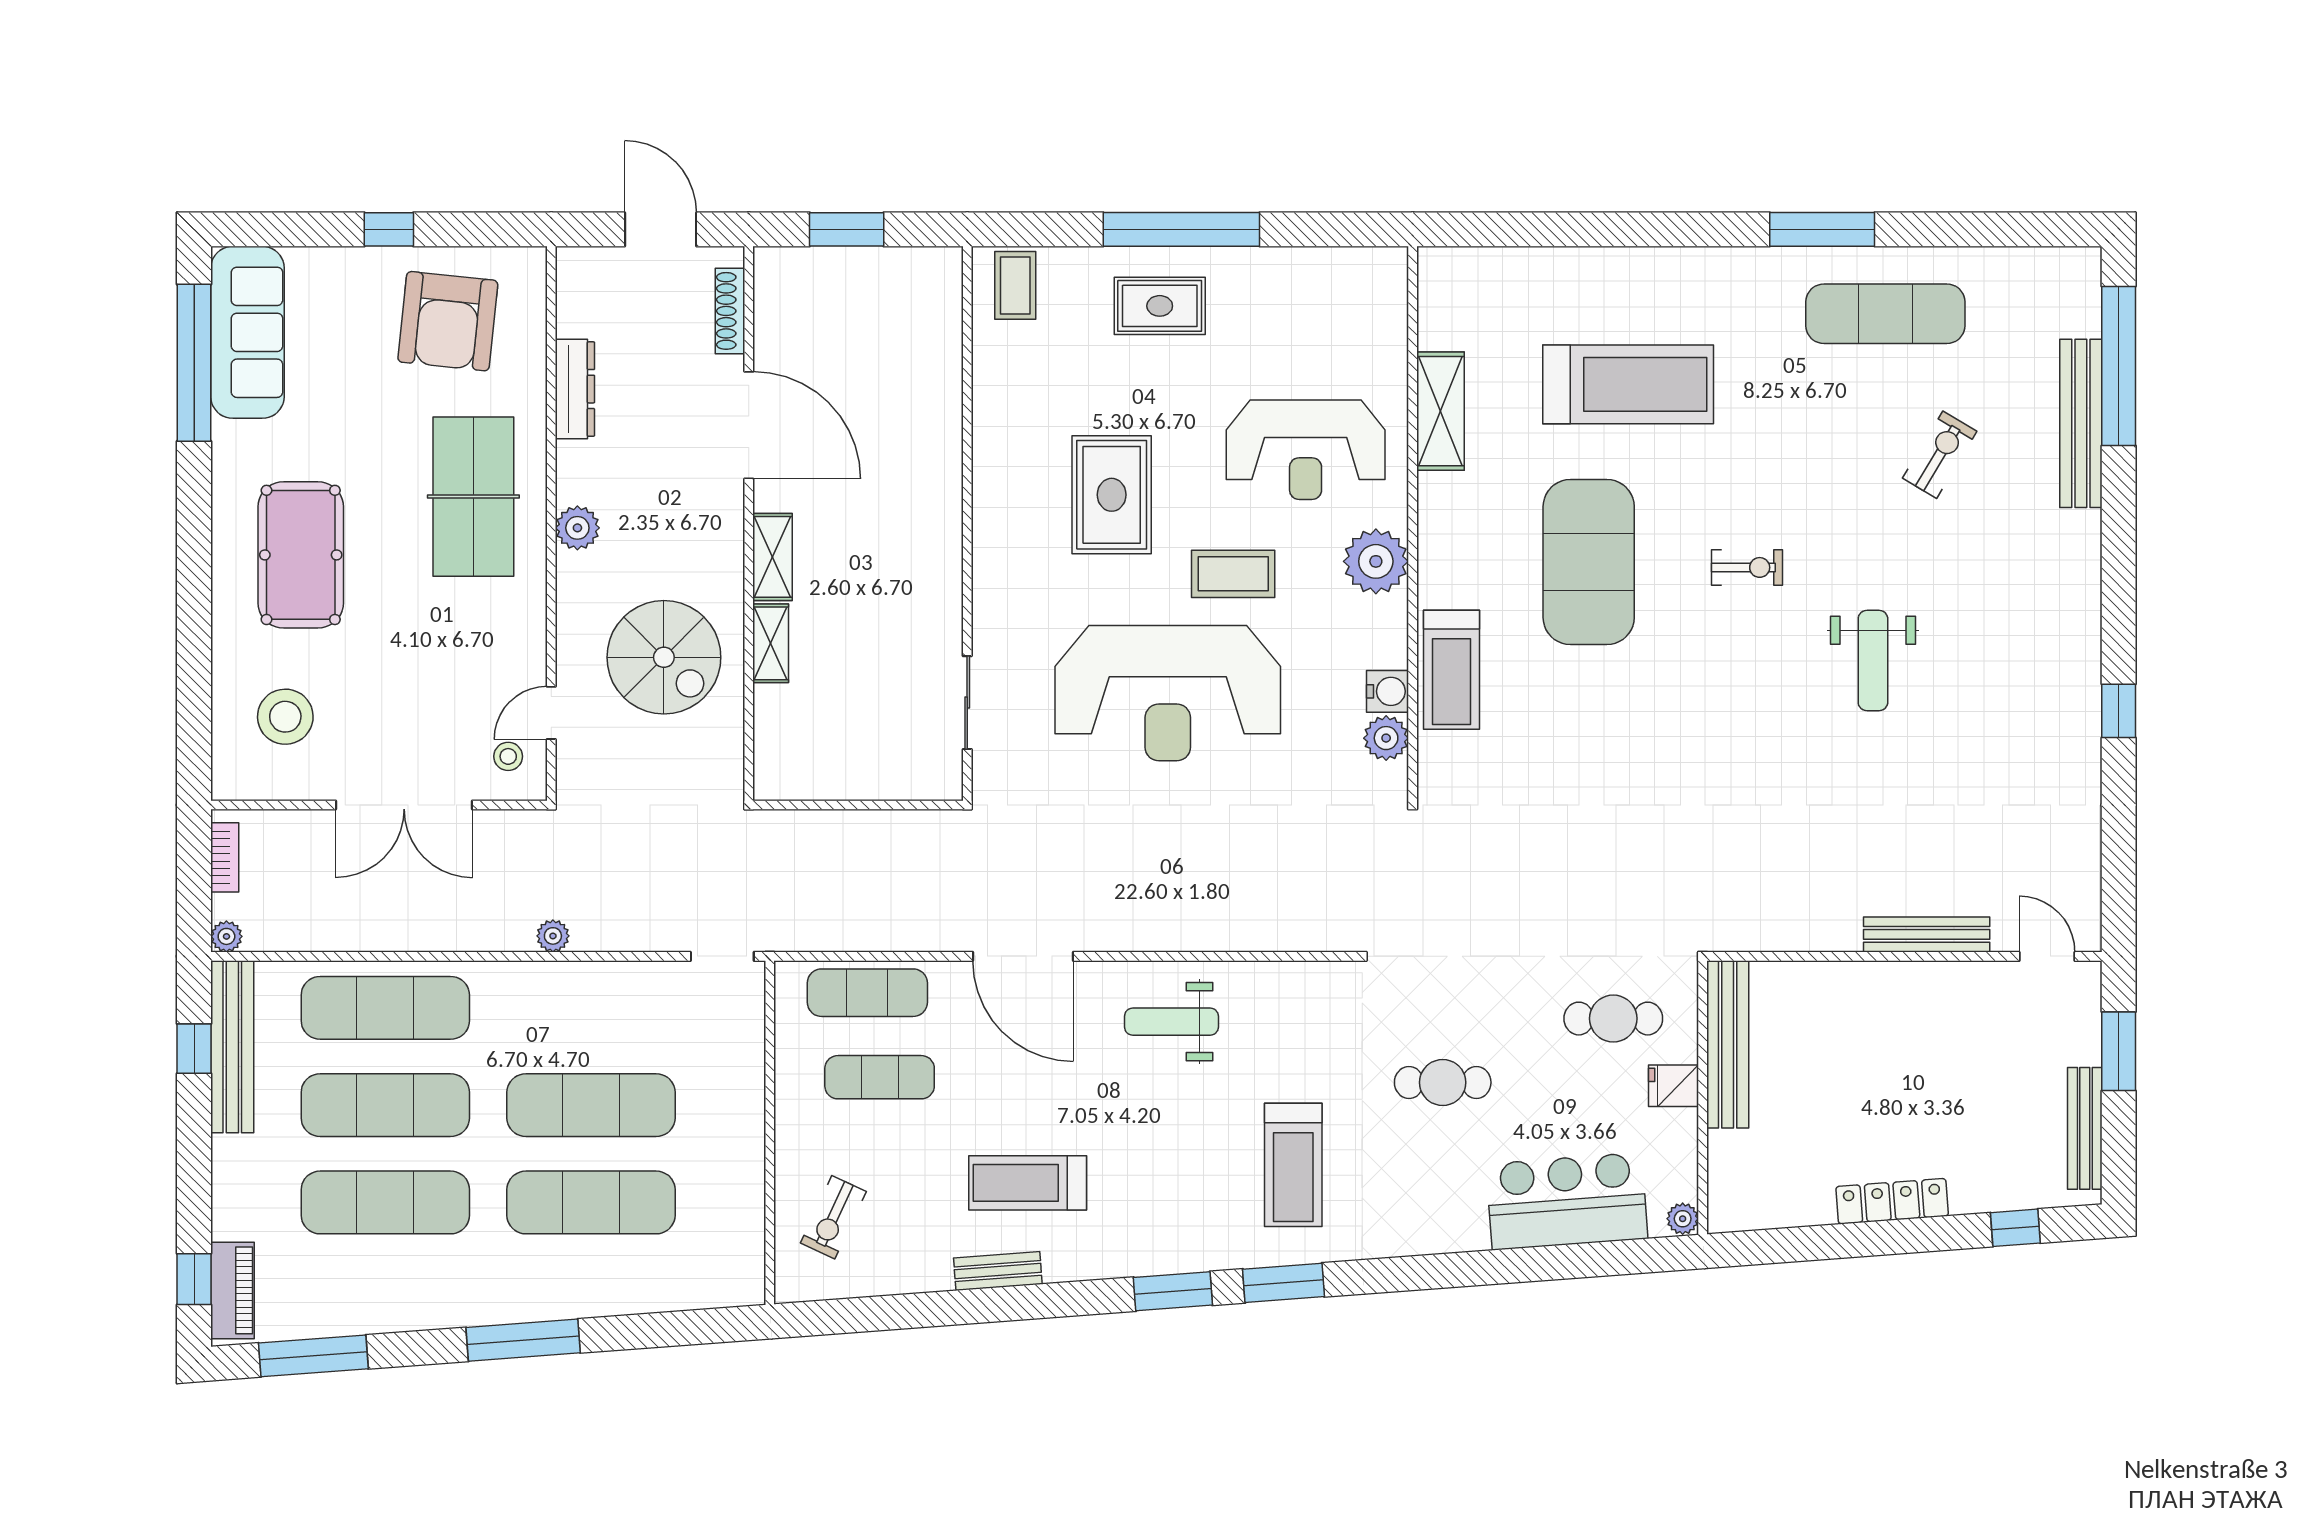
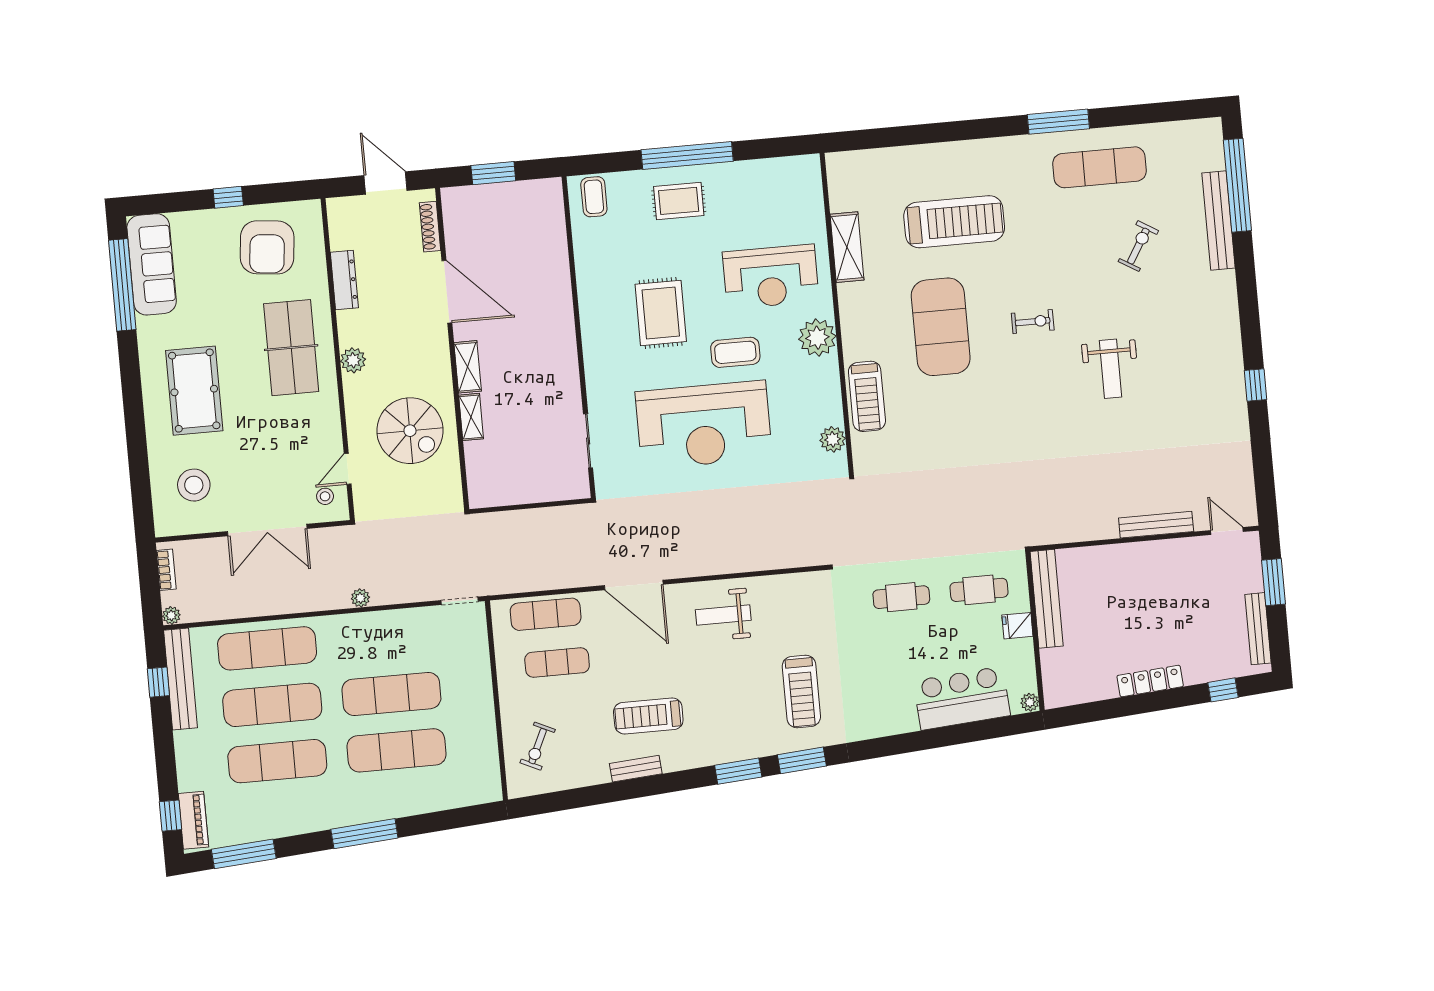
water cooler: (1388, 691) -> (831, 412), removed
cafe table: (1443, 1082) -> (901, 597), moved

